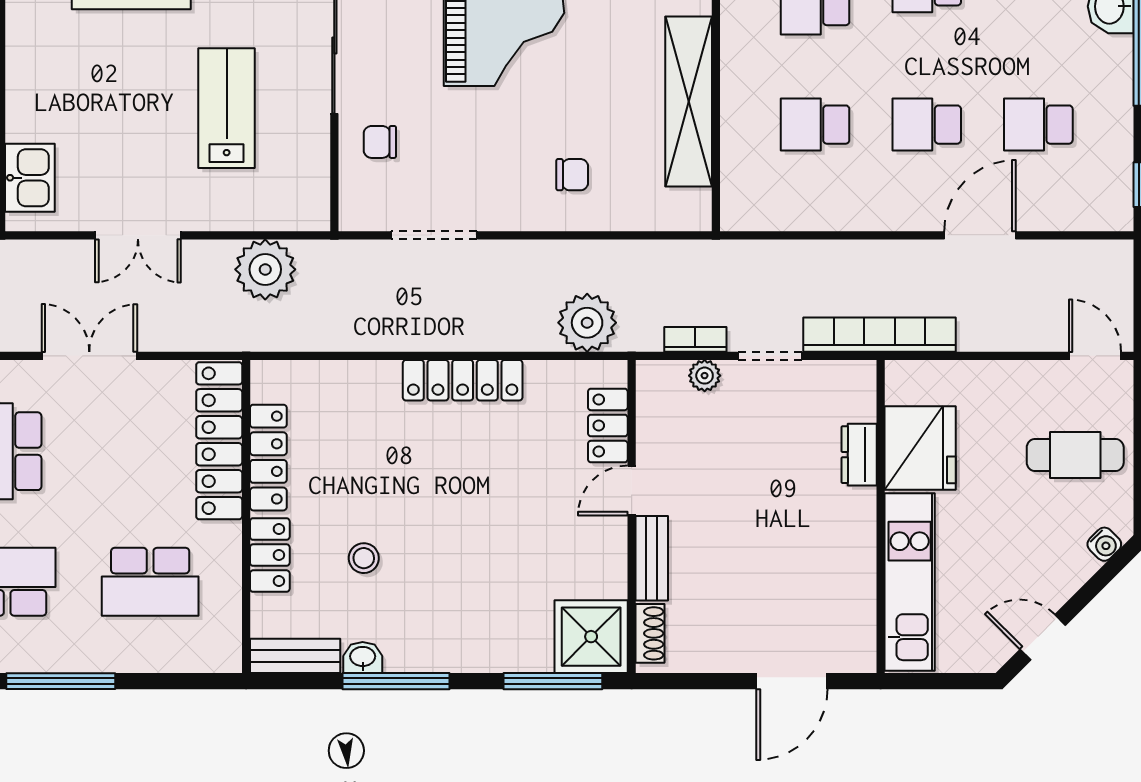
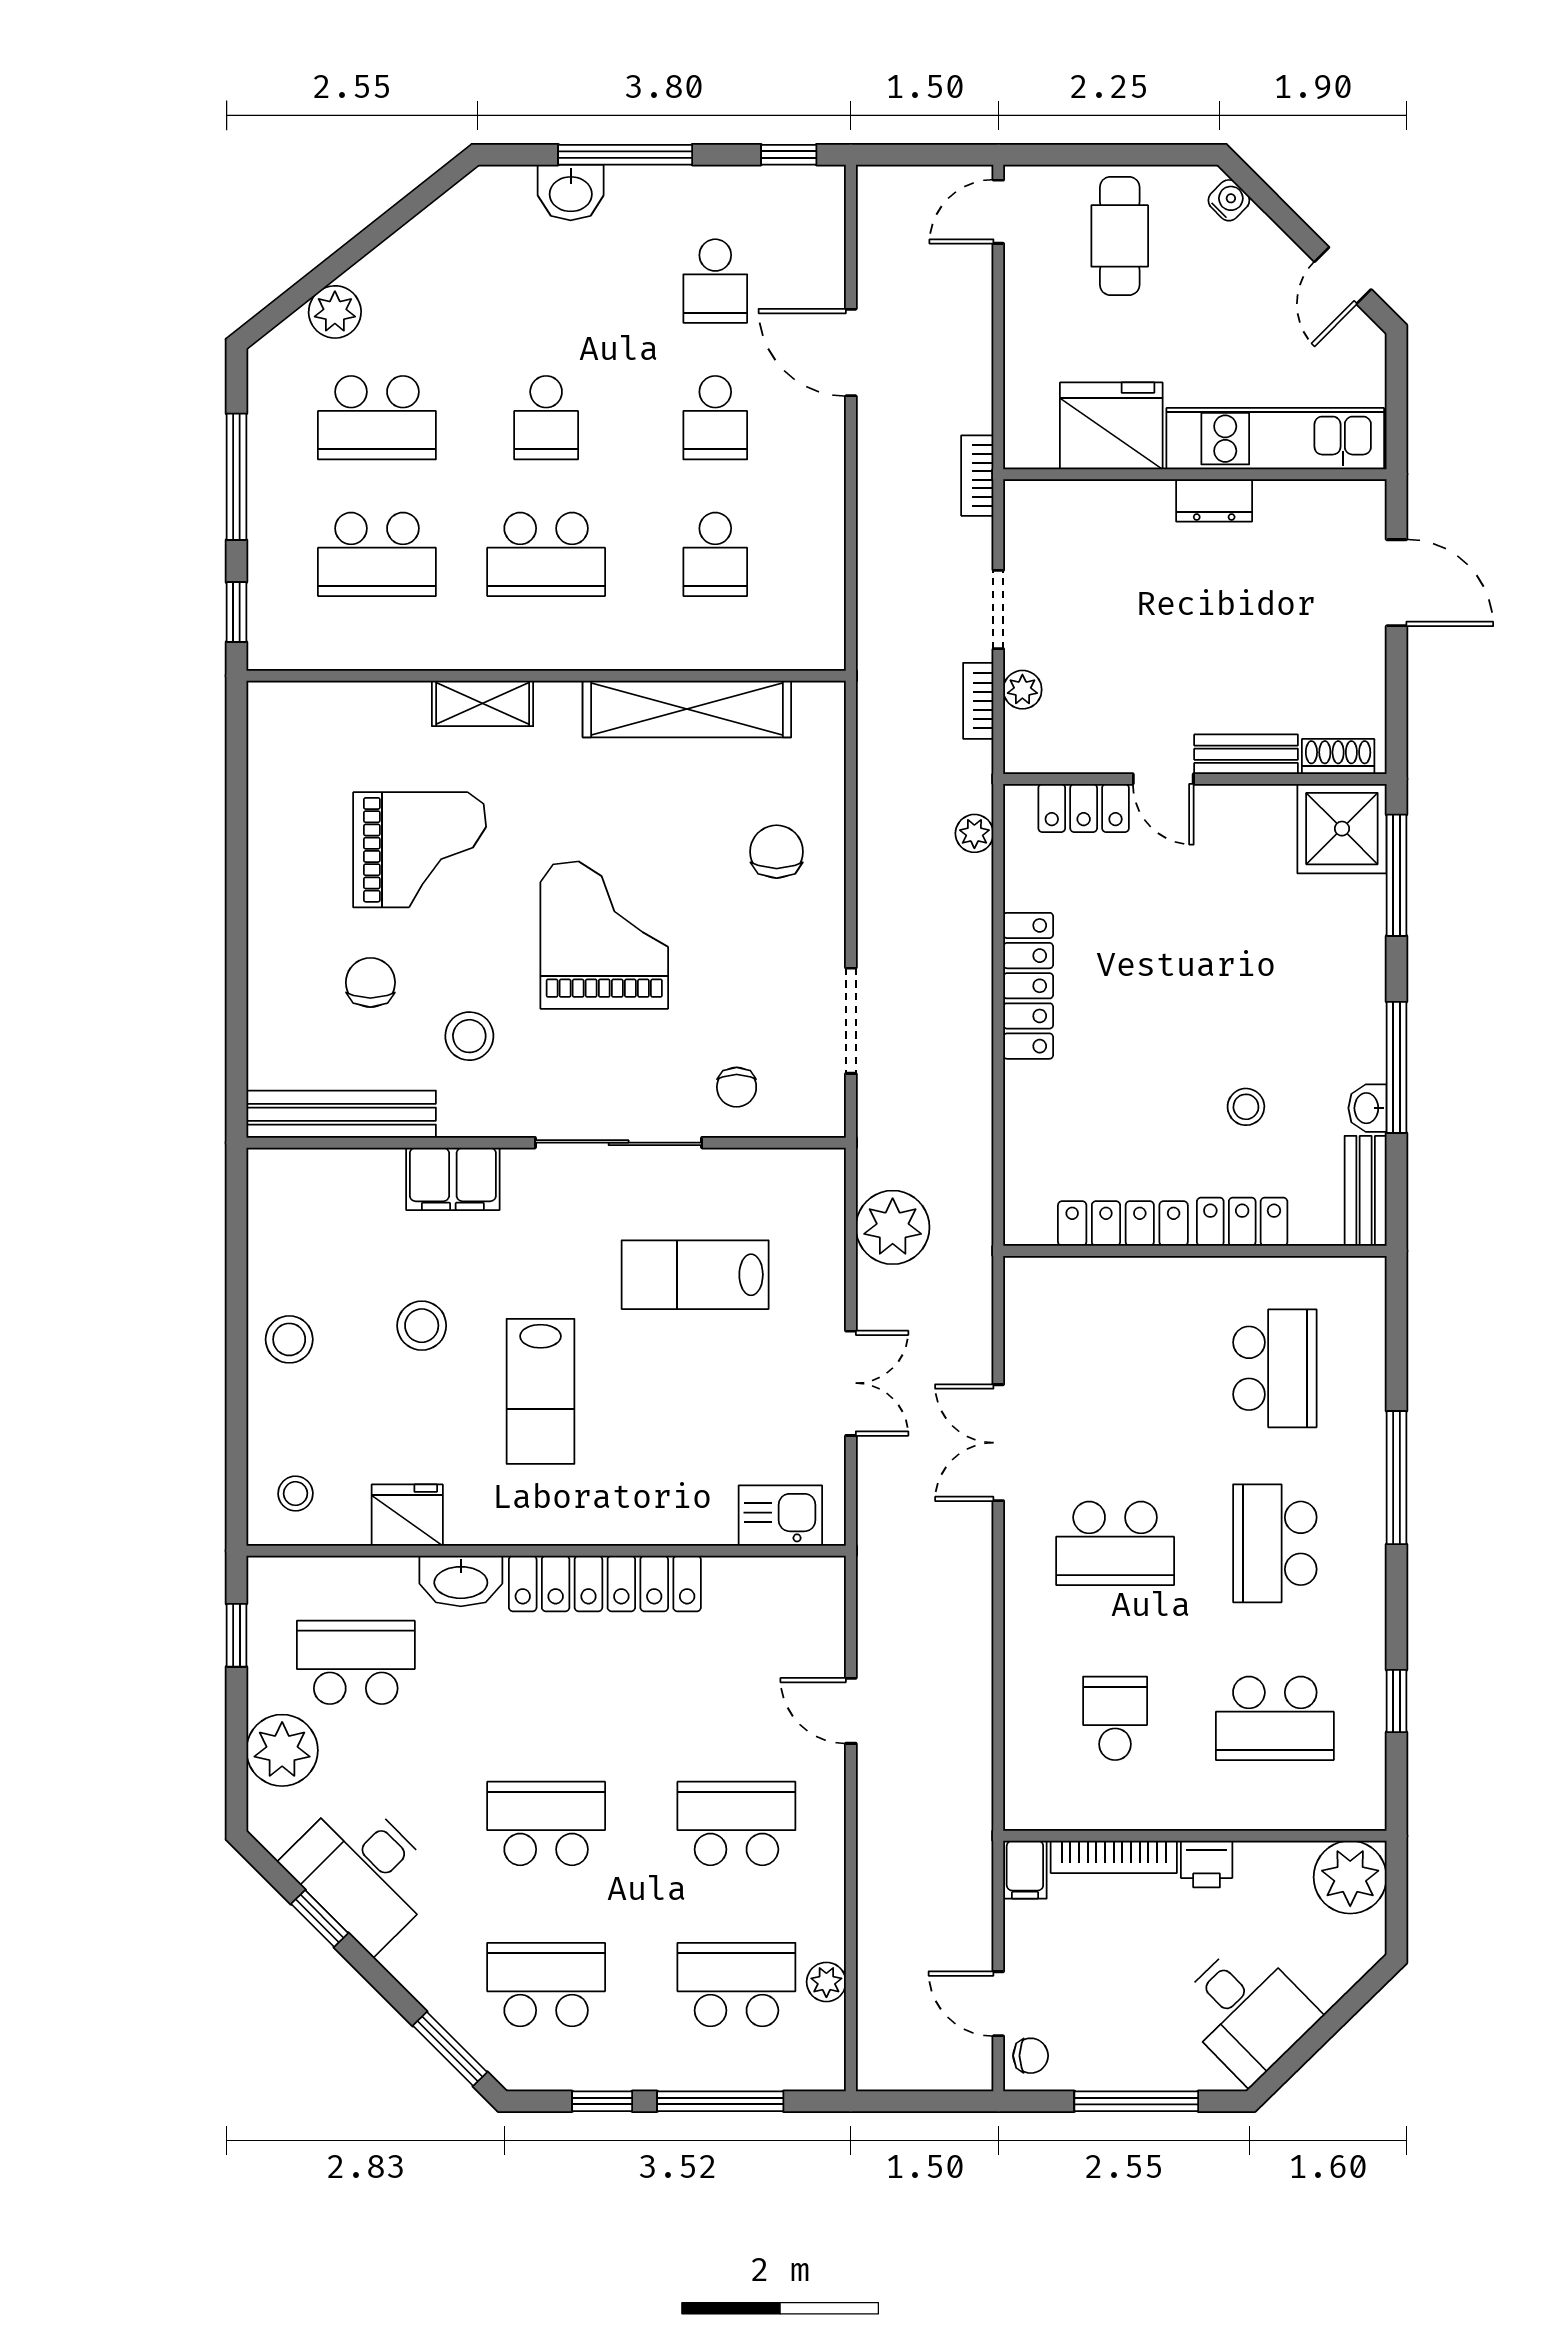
chair: (572, 175) -> (777, 852), width x1.37, depth x1.37
plant: (587, 323) -> (974, 833), width x0.53, depth x0.53
bookcase: (879, 335) -> (977, 476), width x0.43, depth x0.76
locker: (219, 441) -> (1102, 1284), removed
dresser: (859, 455) -> (1214, 500), moved

